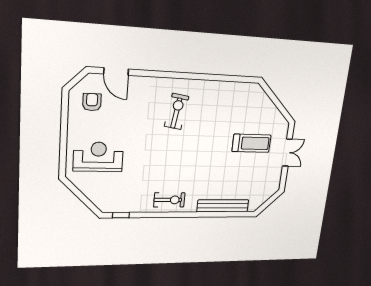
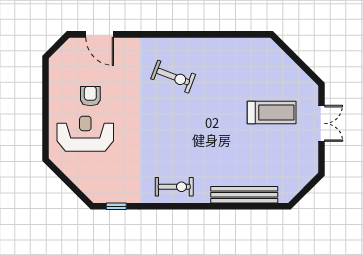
armchair: (92, 102) -> (90, 96), moved
exercise bike: (177, 111) -> (173, 77), turned 102

